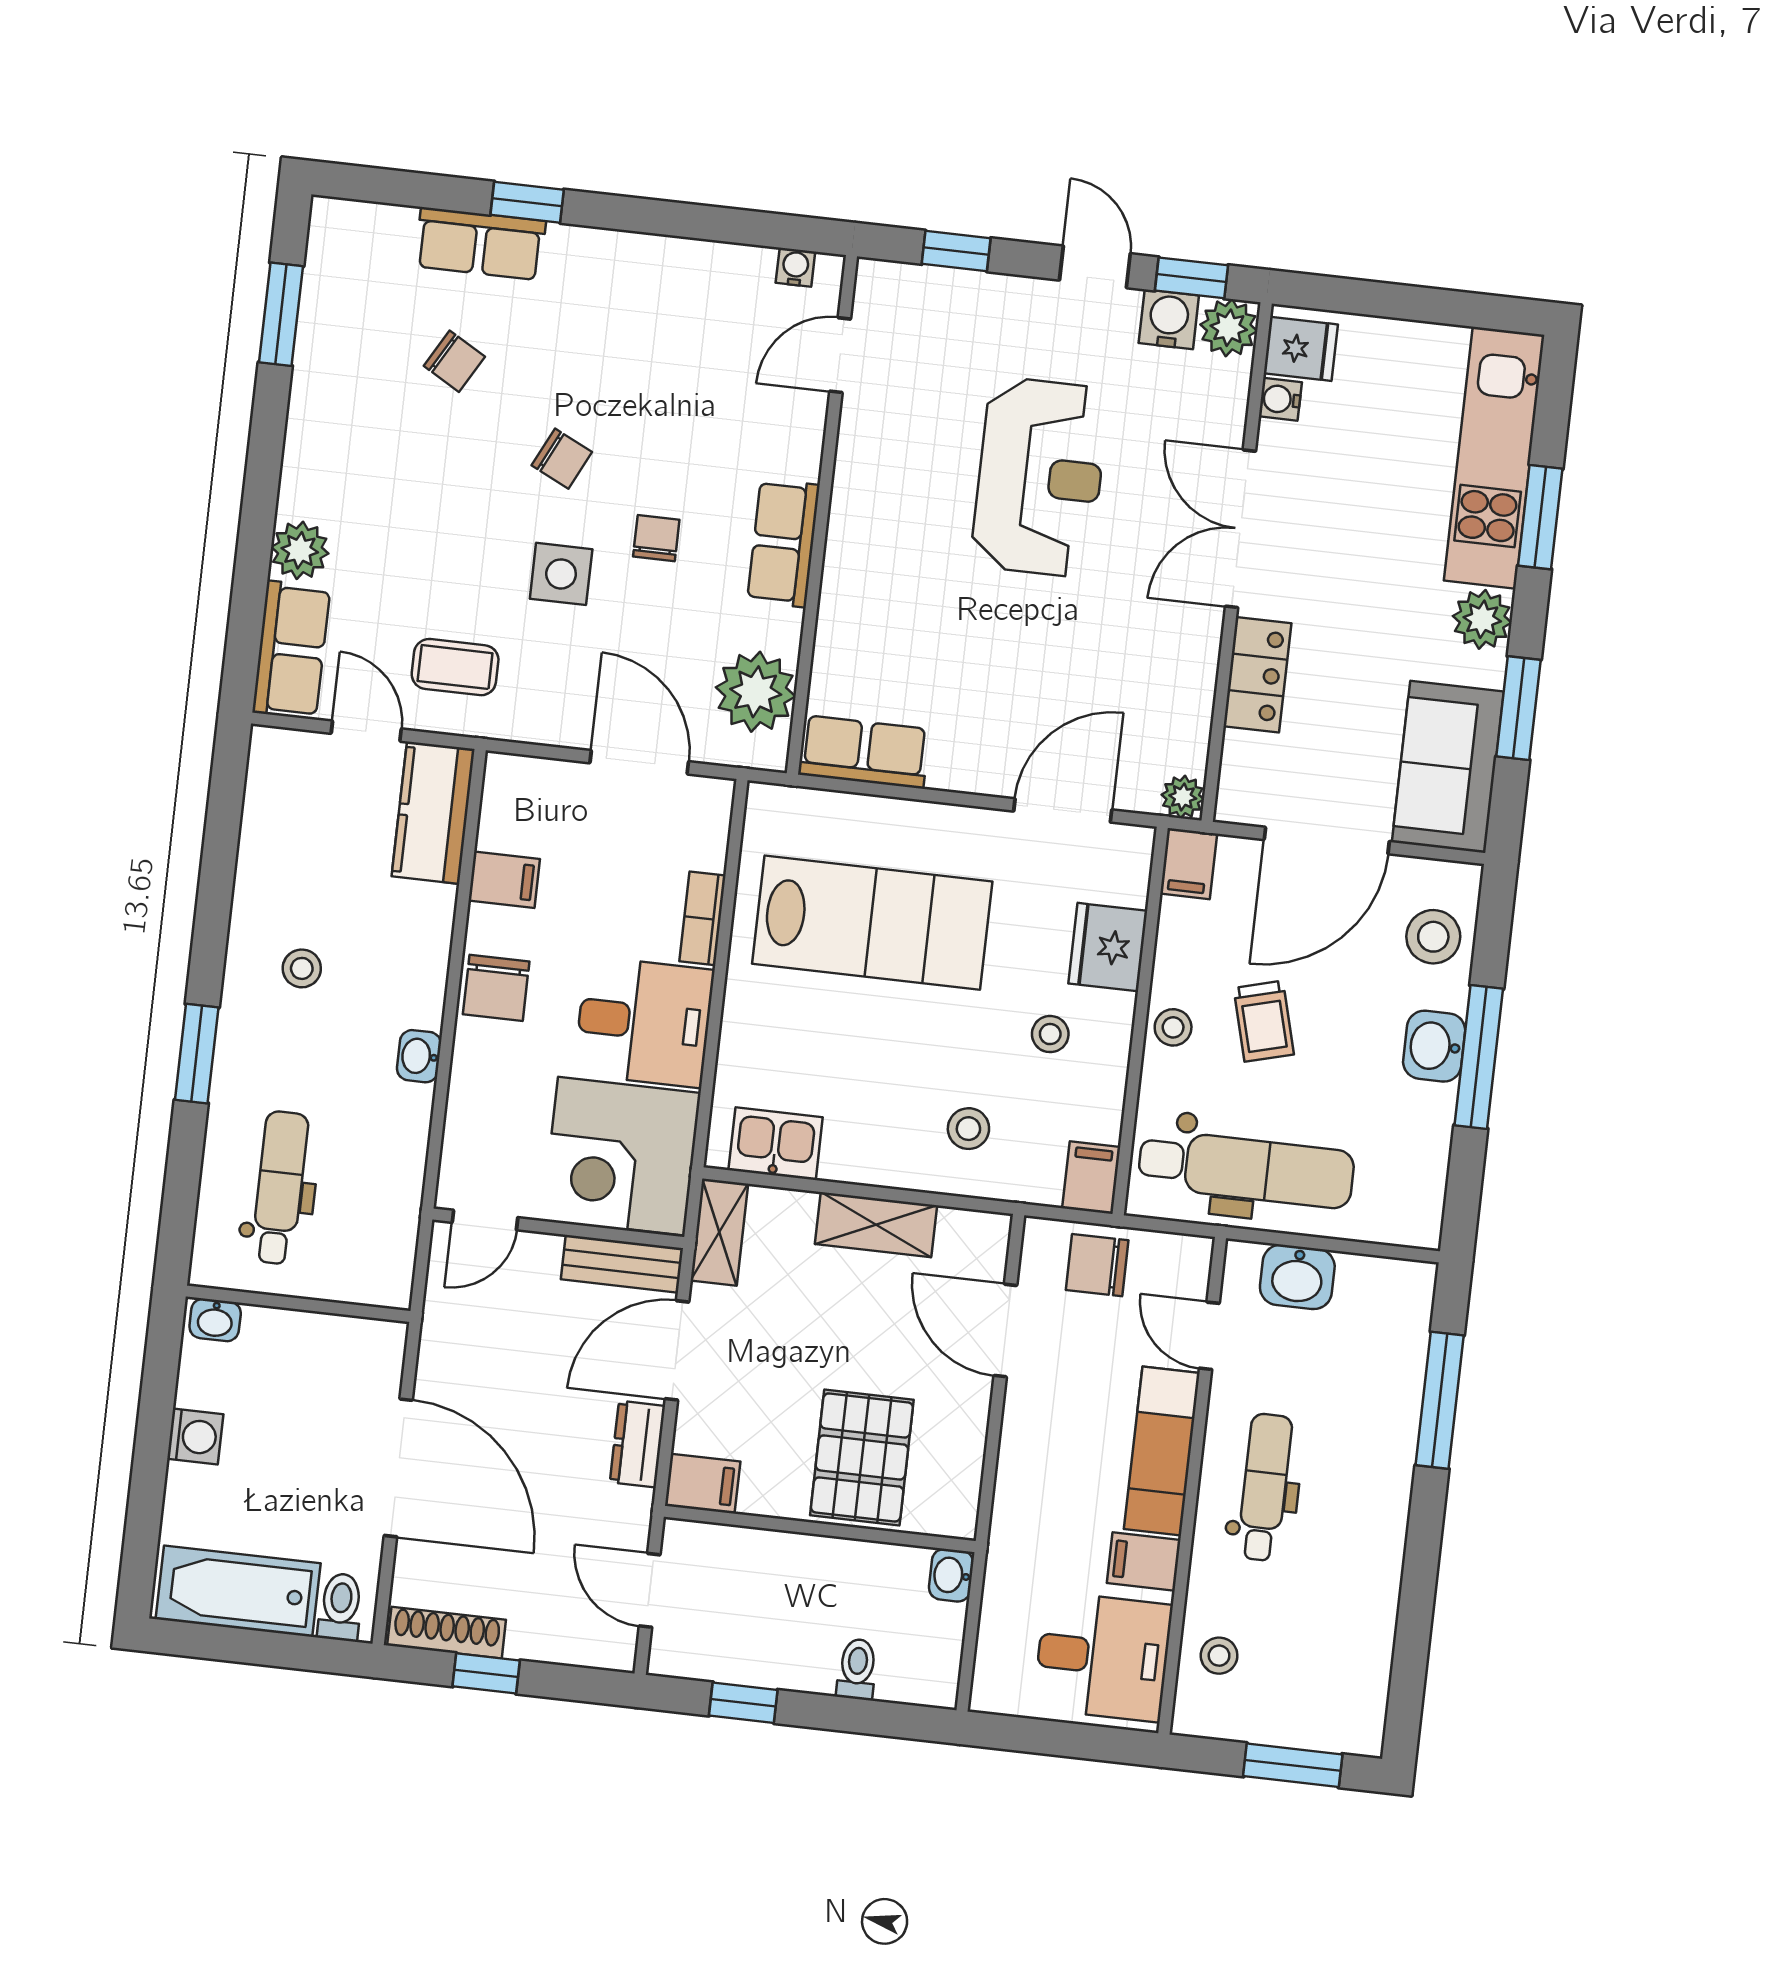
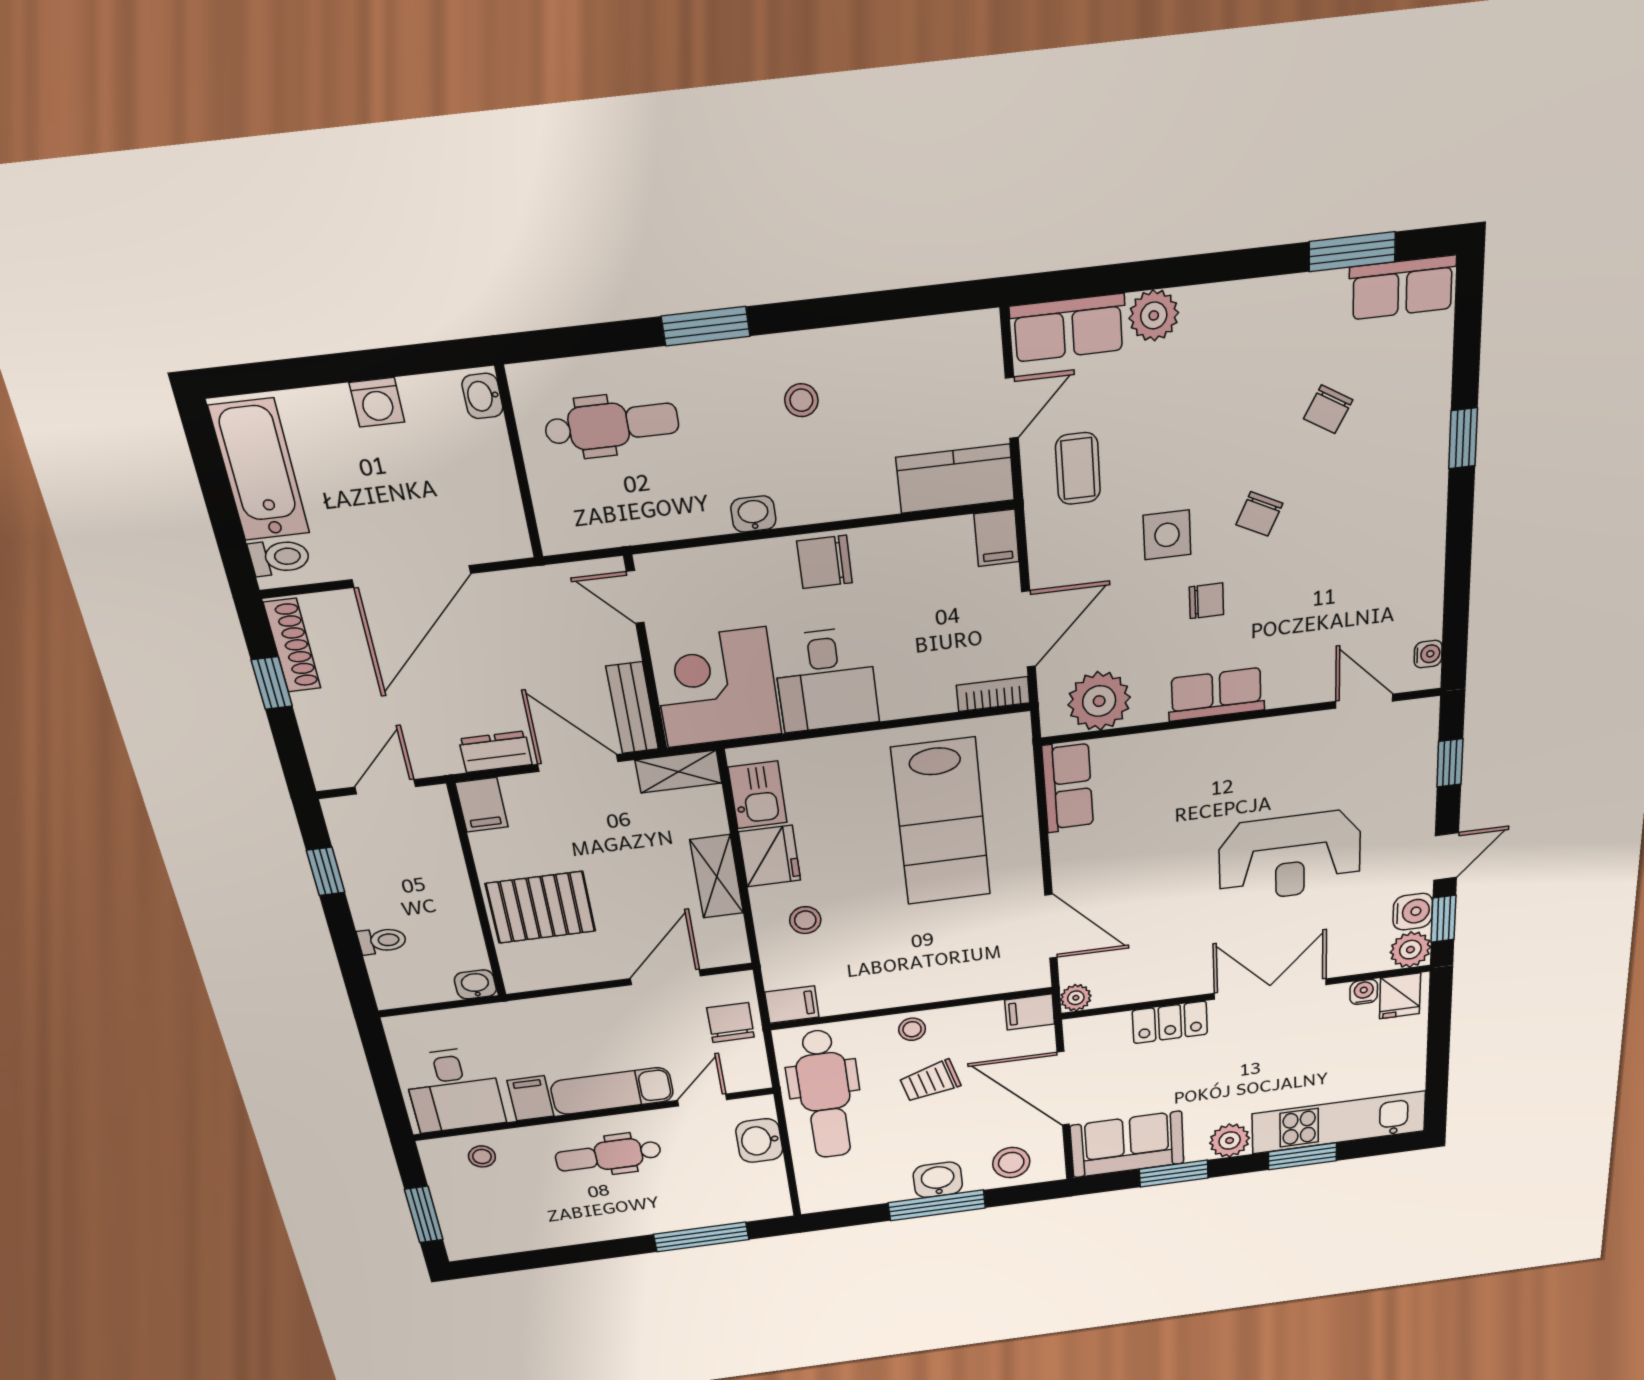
row of seats: (480, 244) -> (1403, 288), moved, turned -90
filing cabinet: (504, 880) -> (997, 538), moved
bookcase: (702, 918) -> (993, 694), moved
fridge: (1108, 947) -> (770, 856), moved, turned 90
stool: (1050, 1034) -> (888, 956), removed
dental chair: (1265, 1487) -> (608, 1155), turned 180

